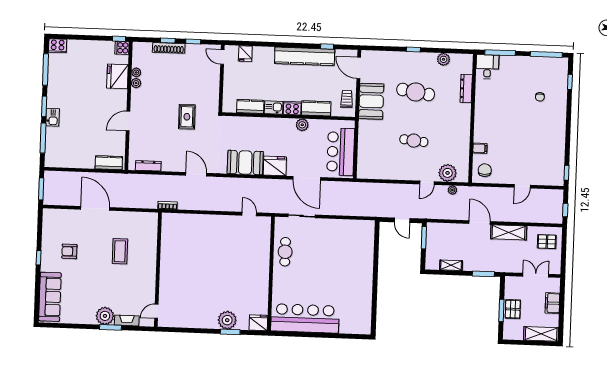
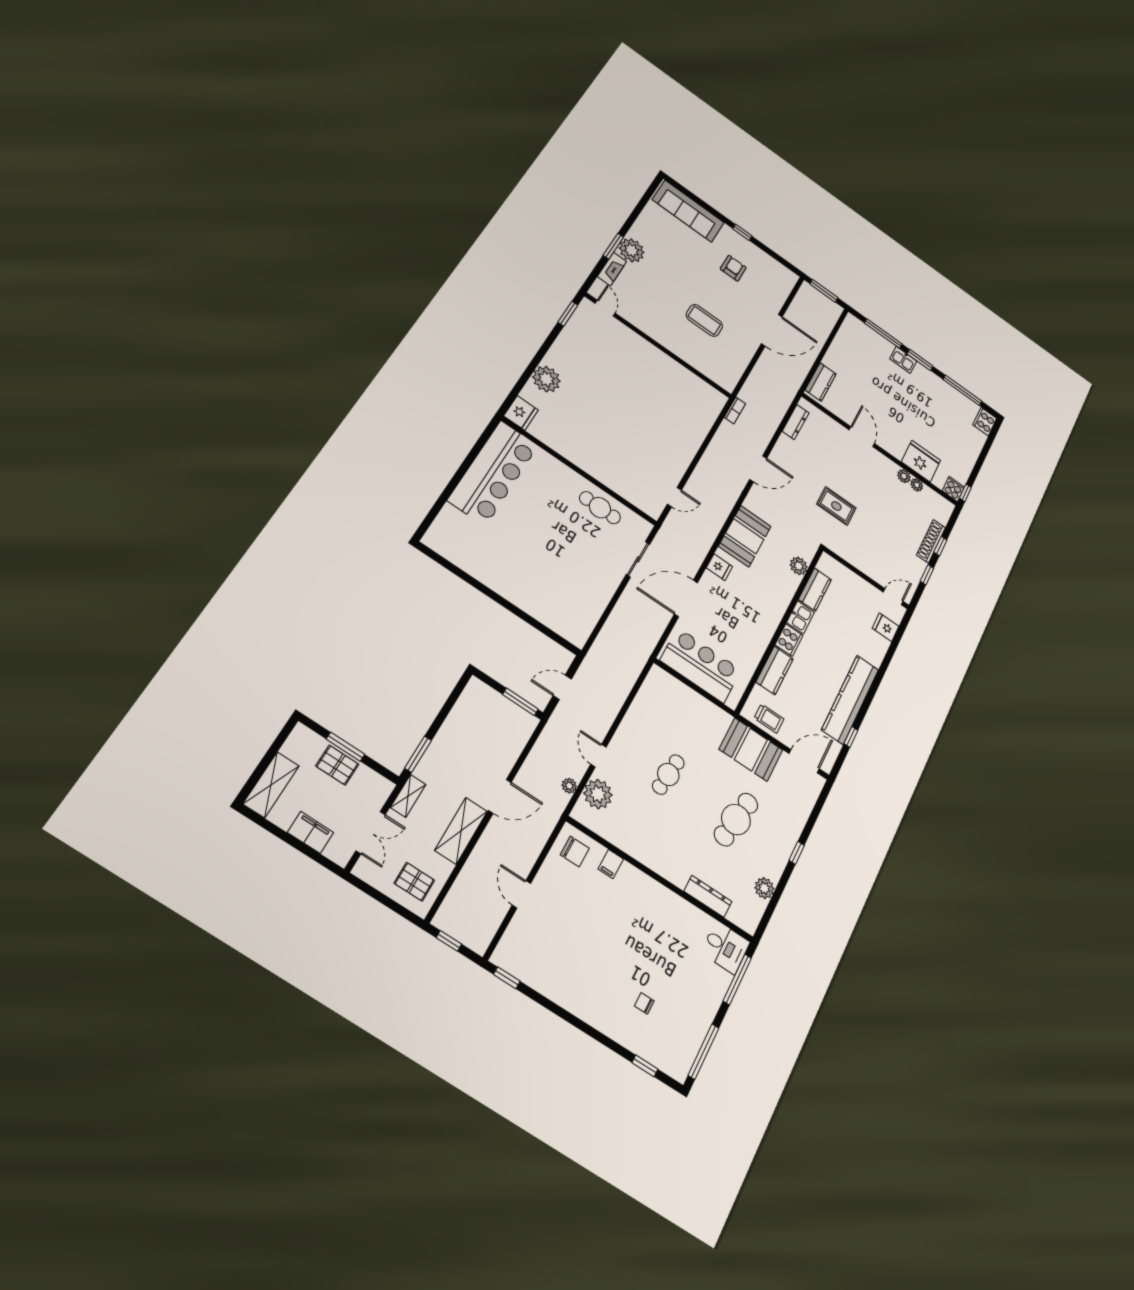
plant: (302, 125) -> (799, 566), moved
fridge: (275, 166) -> (719, 567), width x0.53, depth x0.75
pallet: (547, 242) -> (414, 882), turned 90
shelving: (451, 265) -> (408, 796), moved
window: (230, 332) -> (568, 314), moved

